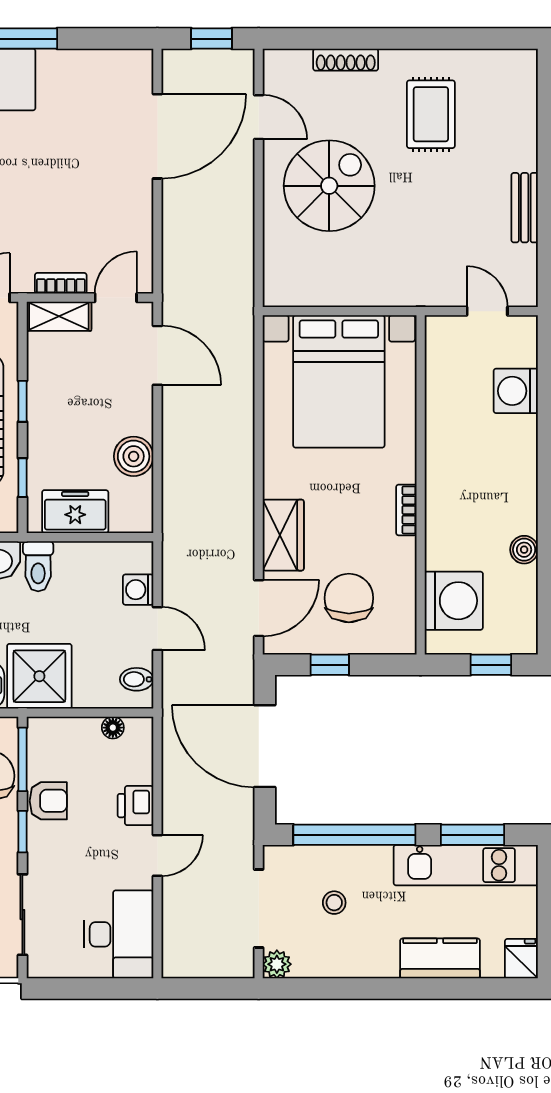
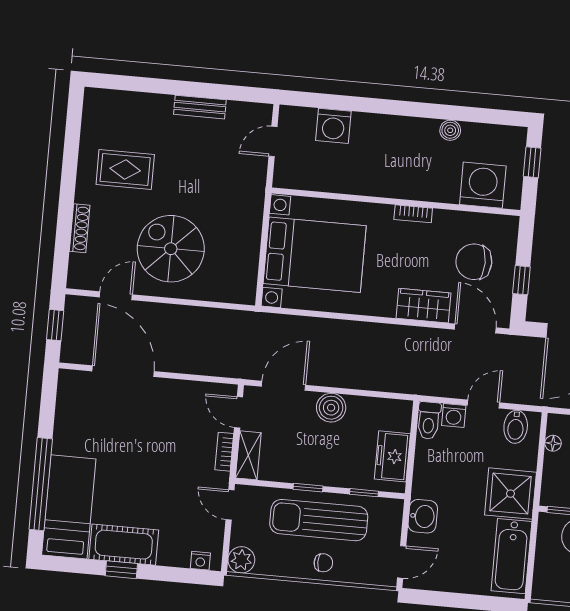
boiler: (134, 456) -> (331, 408), moved
toilet: (38, 566) -> (429, 421), moved, turned 90
bidet: (137, 679) -> (516, 427), width x1.38, depth x1.36

